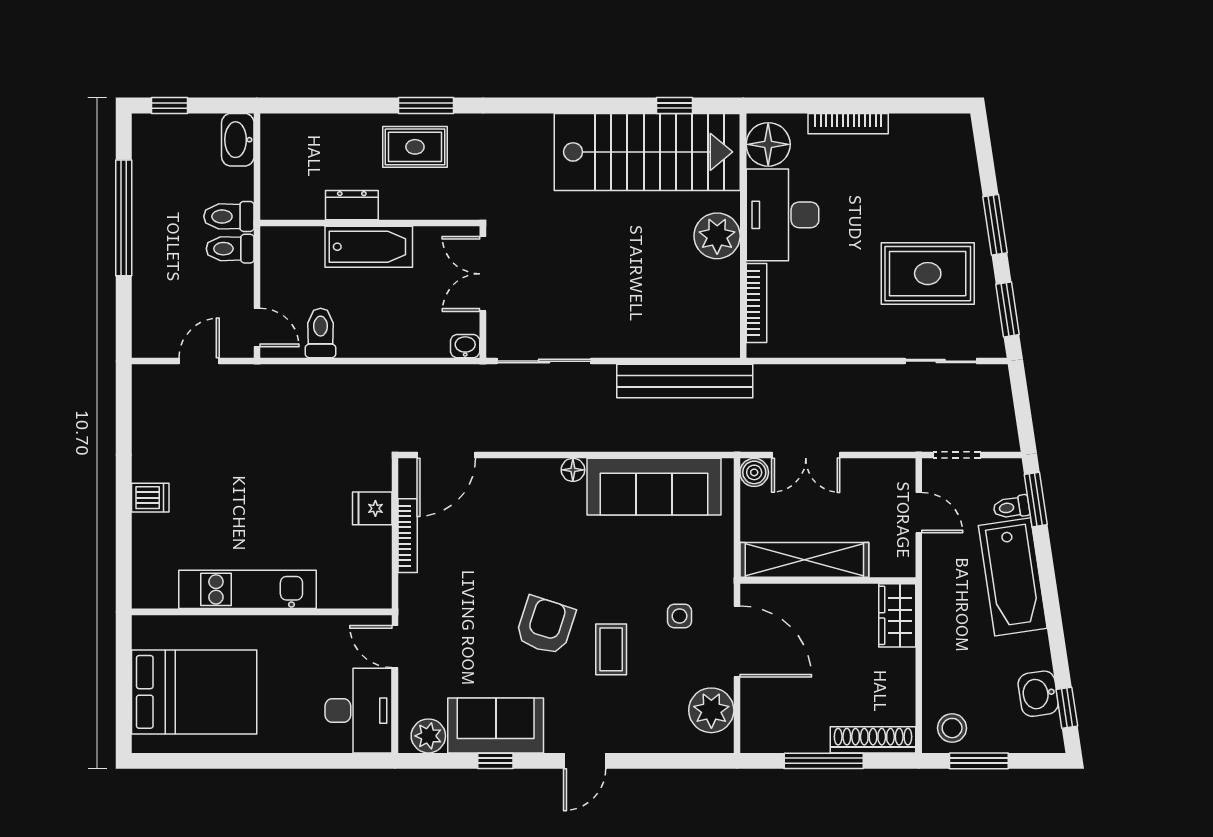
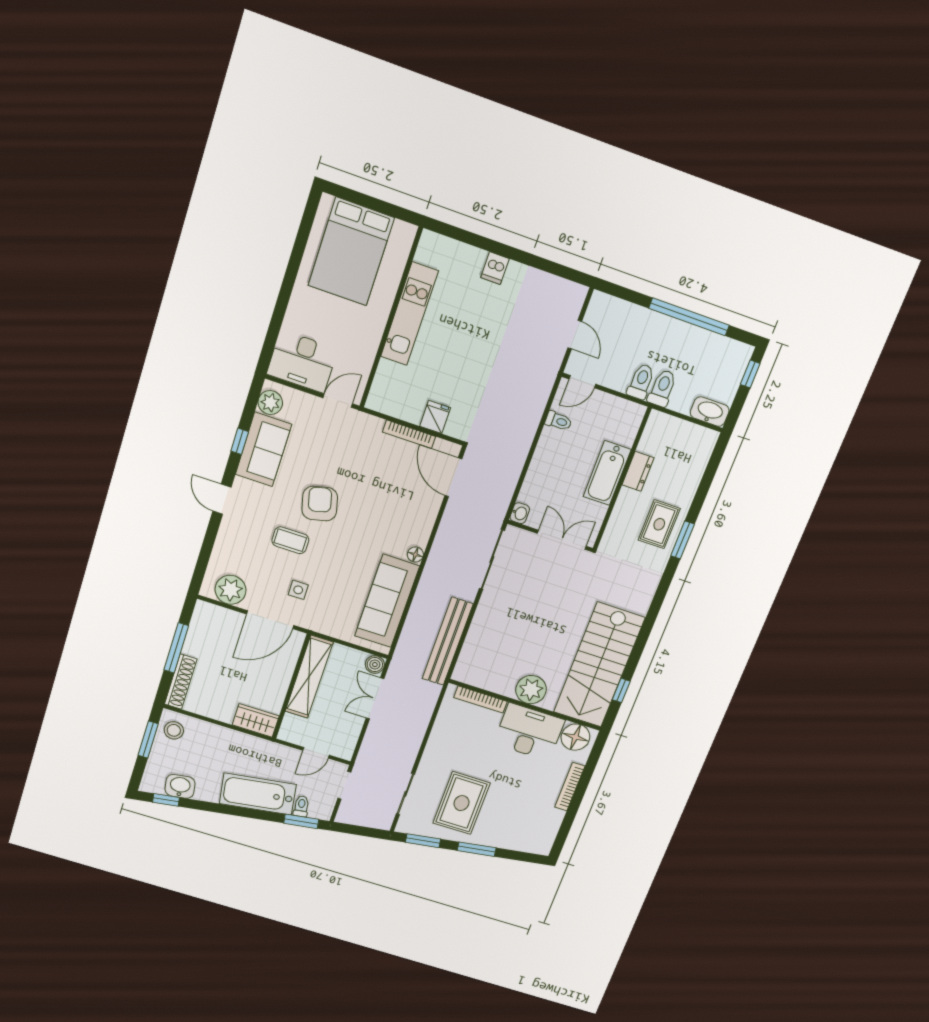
toilet: (321, 333) -> (558, 421), width x0.73, depth x0.72
armchair: (545, 625) -> (320, 504), turned -122

